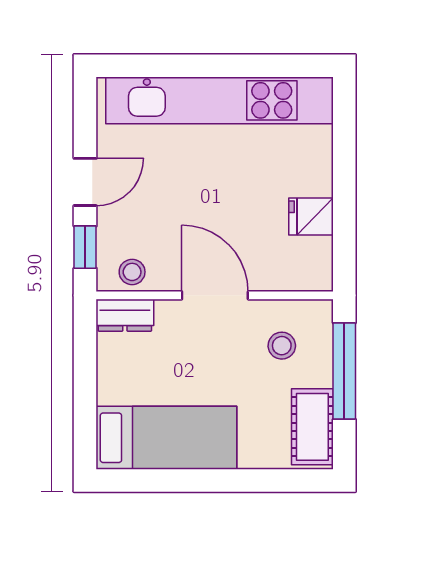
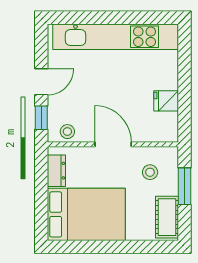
dresser: (125, 315) -> (56, 171), moved, turned -90
window: (344, 371) -> (185, 186), width x0.69
bed: (166, 438) -> (86, 214), width x1.50

